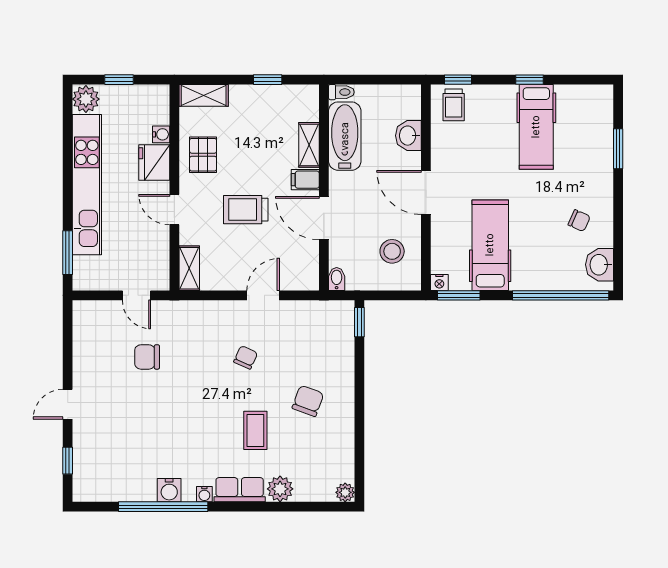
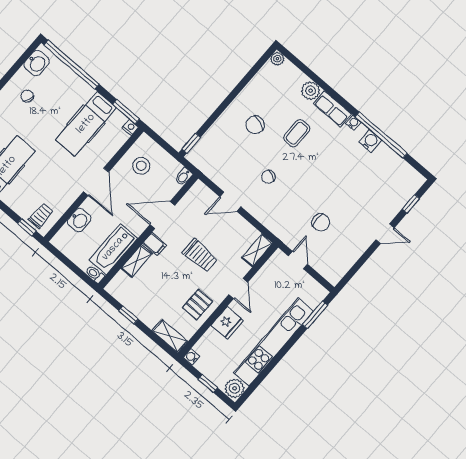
water cooler: (161, 134) -> (191, 357), moved
door: (324, 218) -> (162, 215), swing flipped

